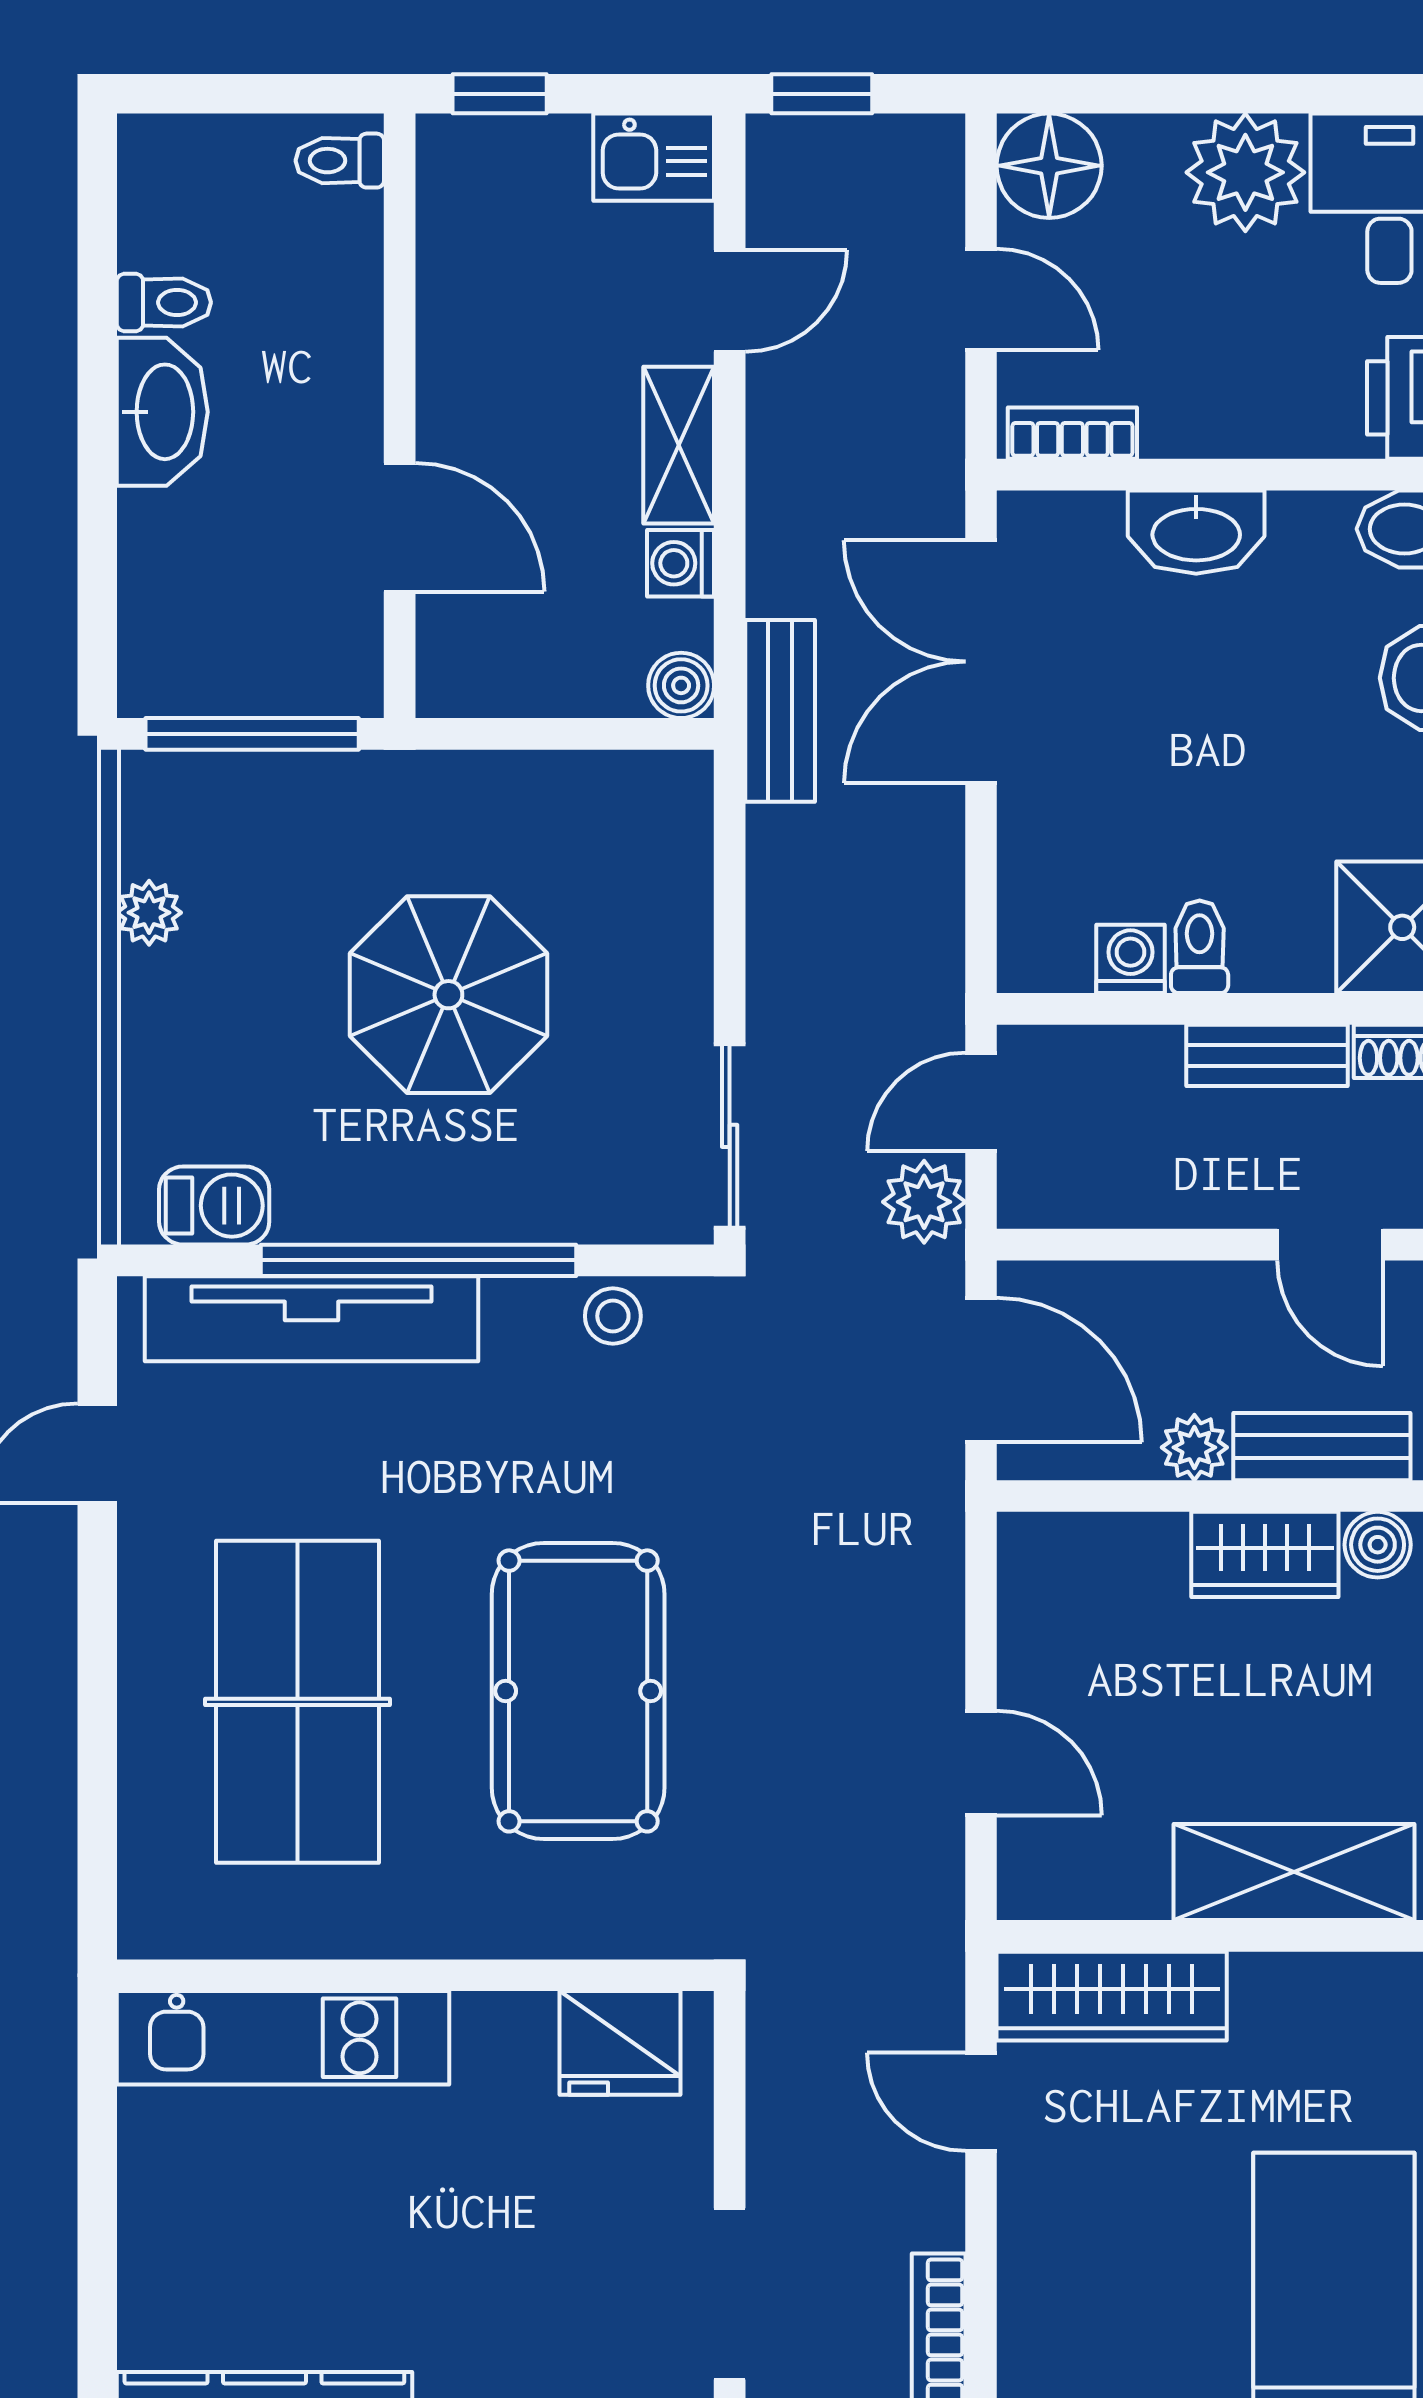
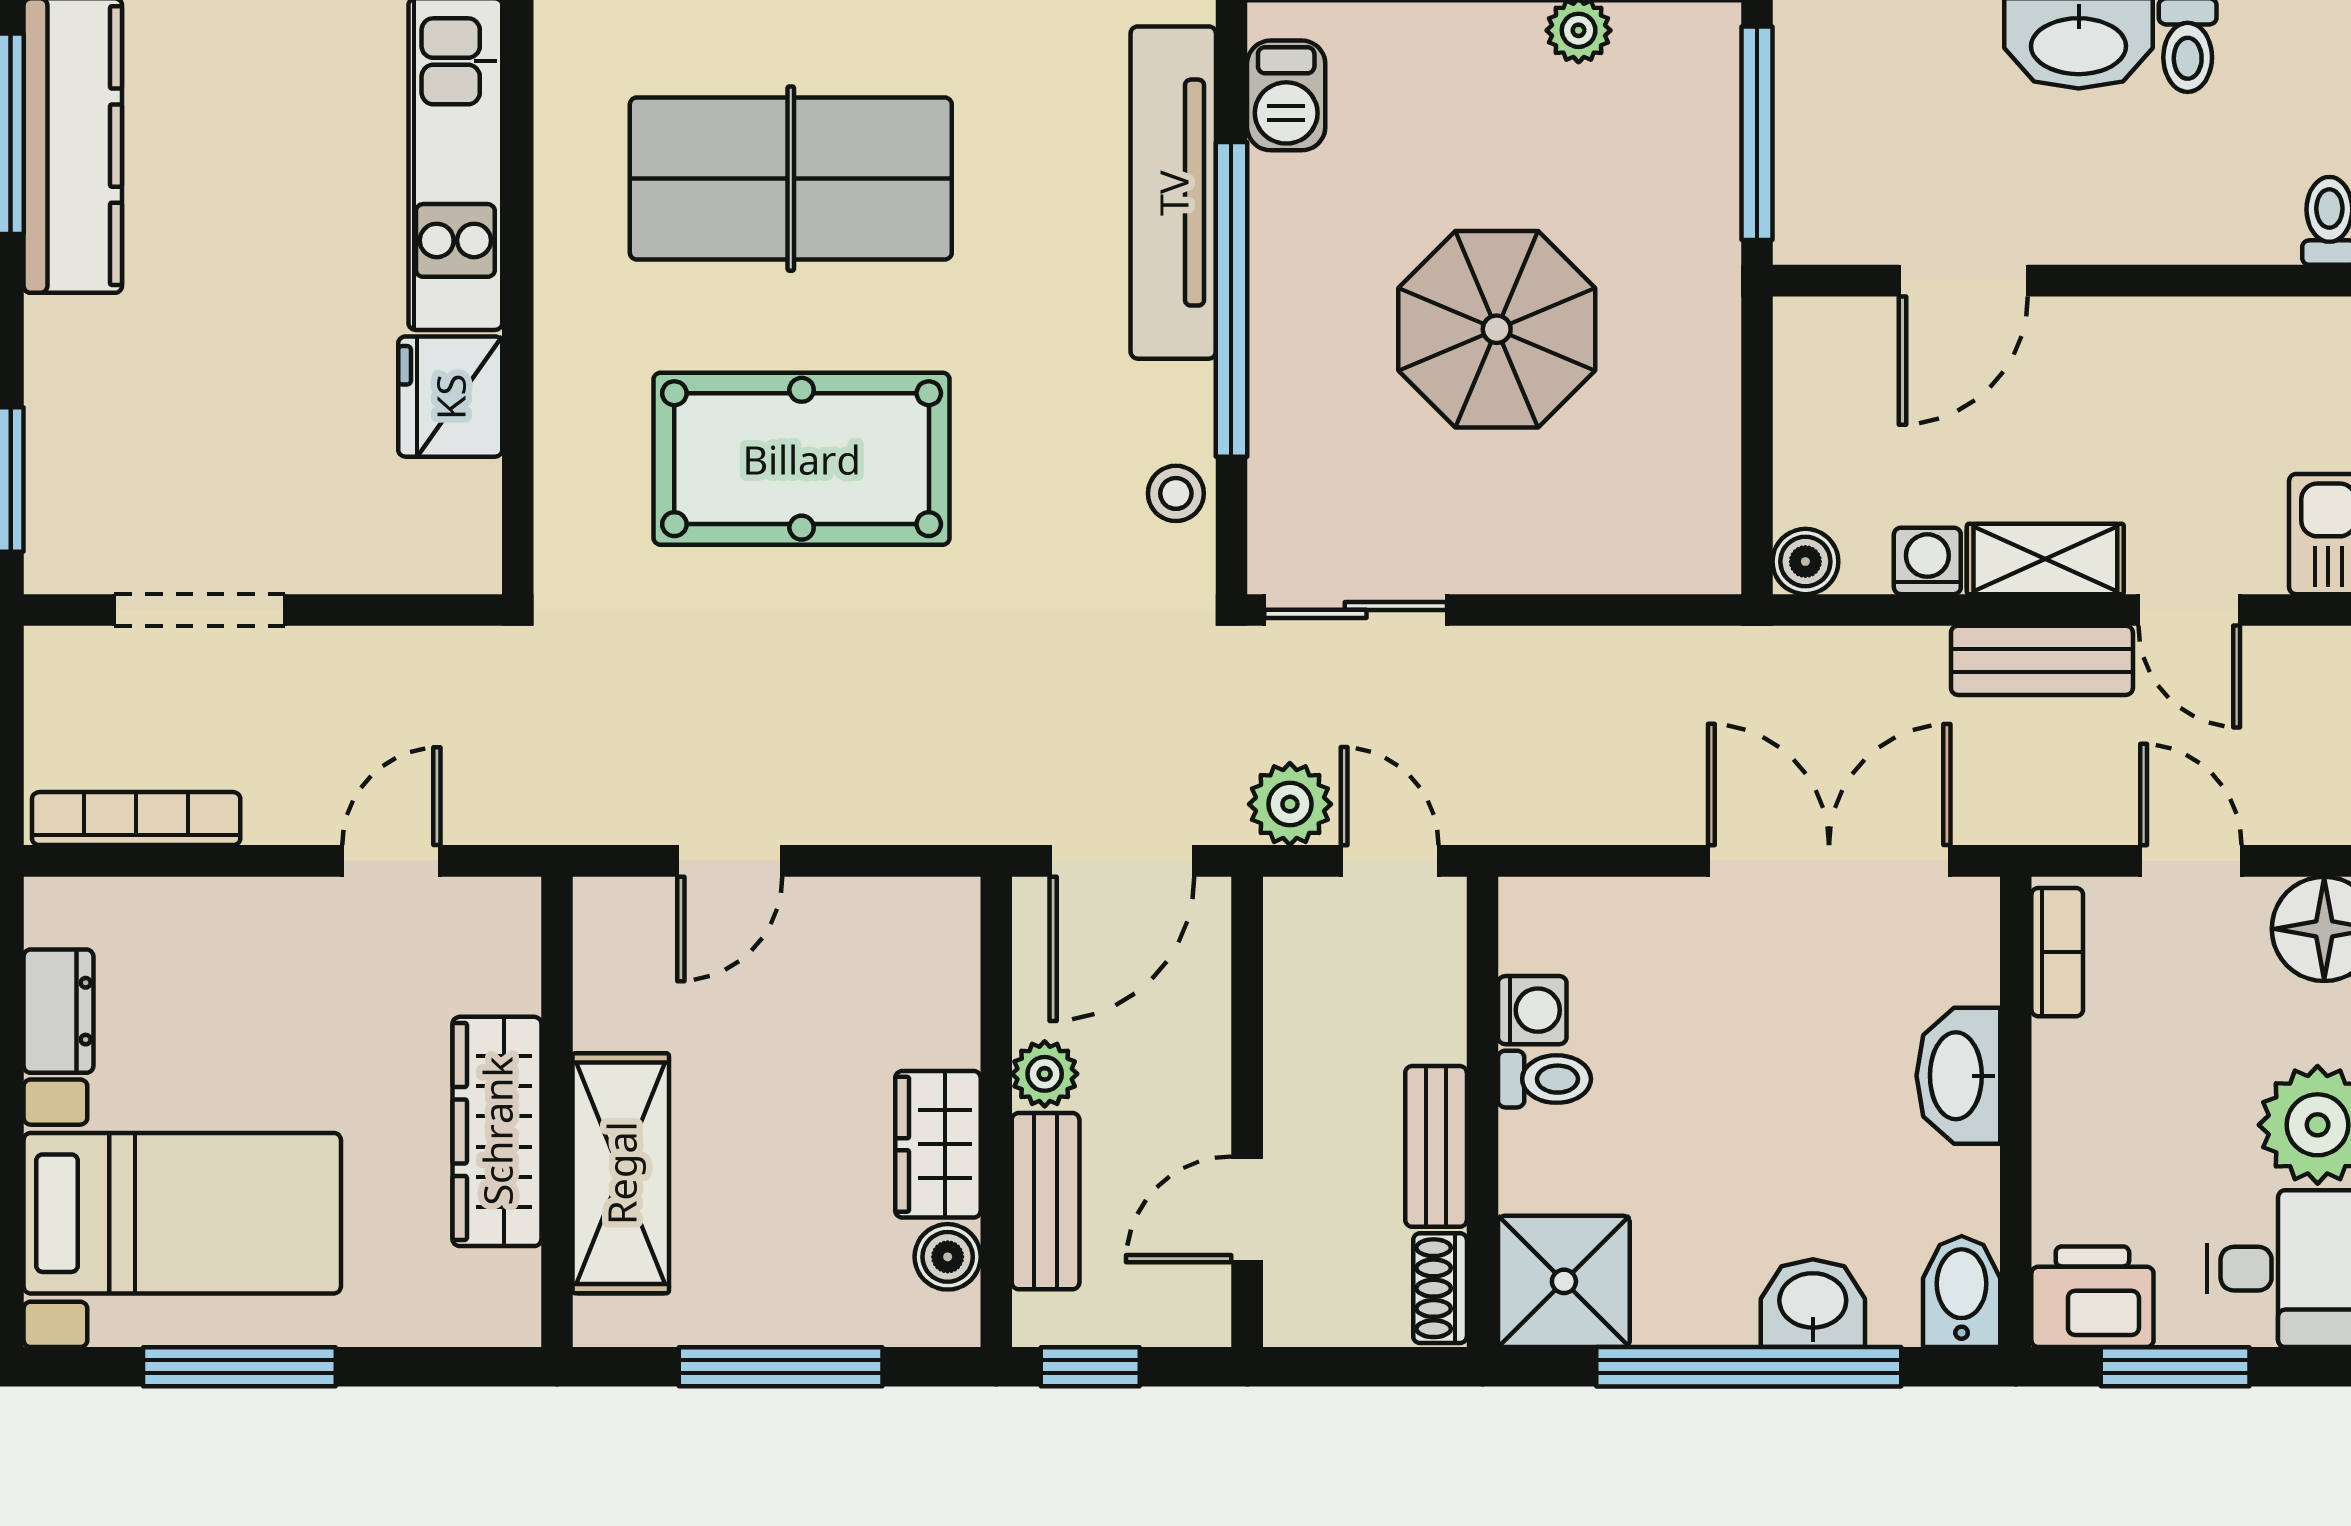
door: (981, 299) -> (2191, 861), swing flipped
bench: (780, 711) -> (2042, 660), moved
wardrobe: (1112, 1996) -> (497, 1131), moved
fridge: (620, 2043) -> (450, 397), moved

